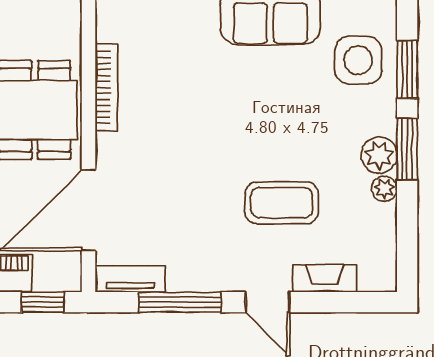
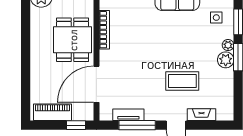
side table: (358, 60) -> (216, 18), width x0.54, depth x0.54
plant: (385, 189) -> (228, 45), moved
tv unit: (130, 279) -> (128, 115), moved

